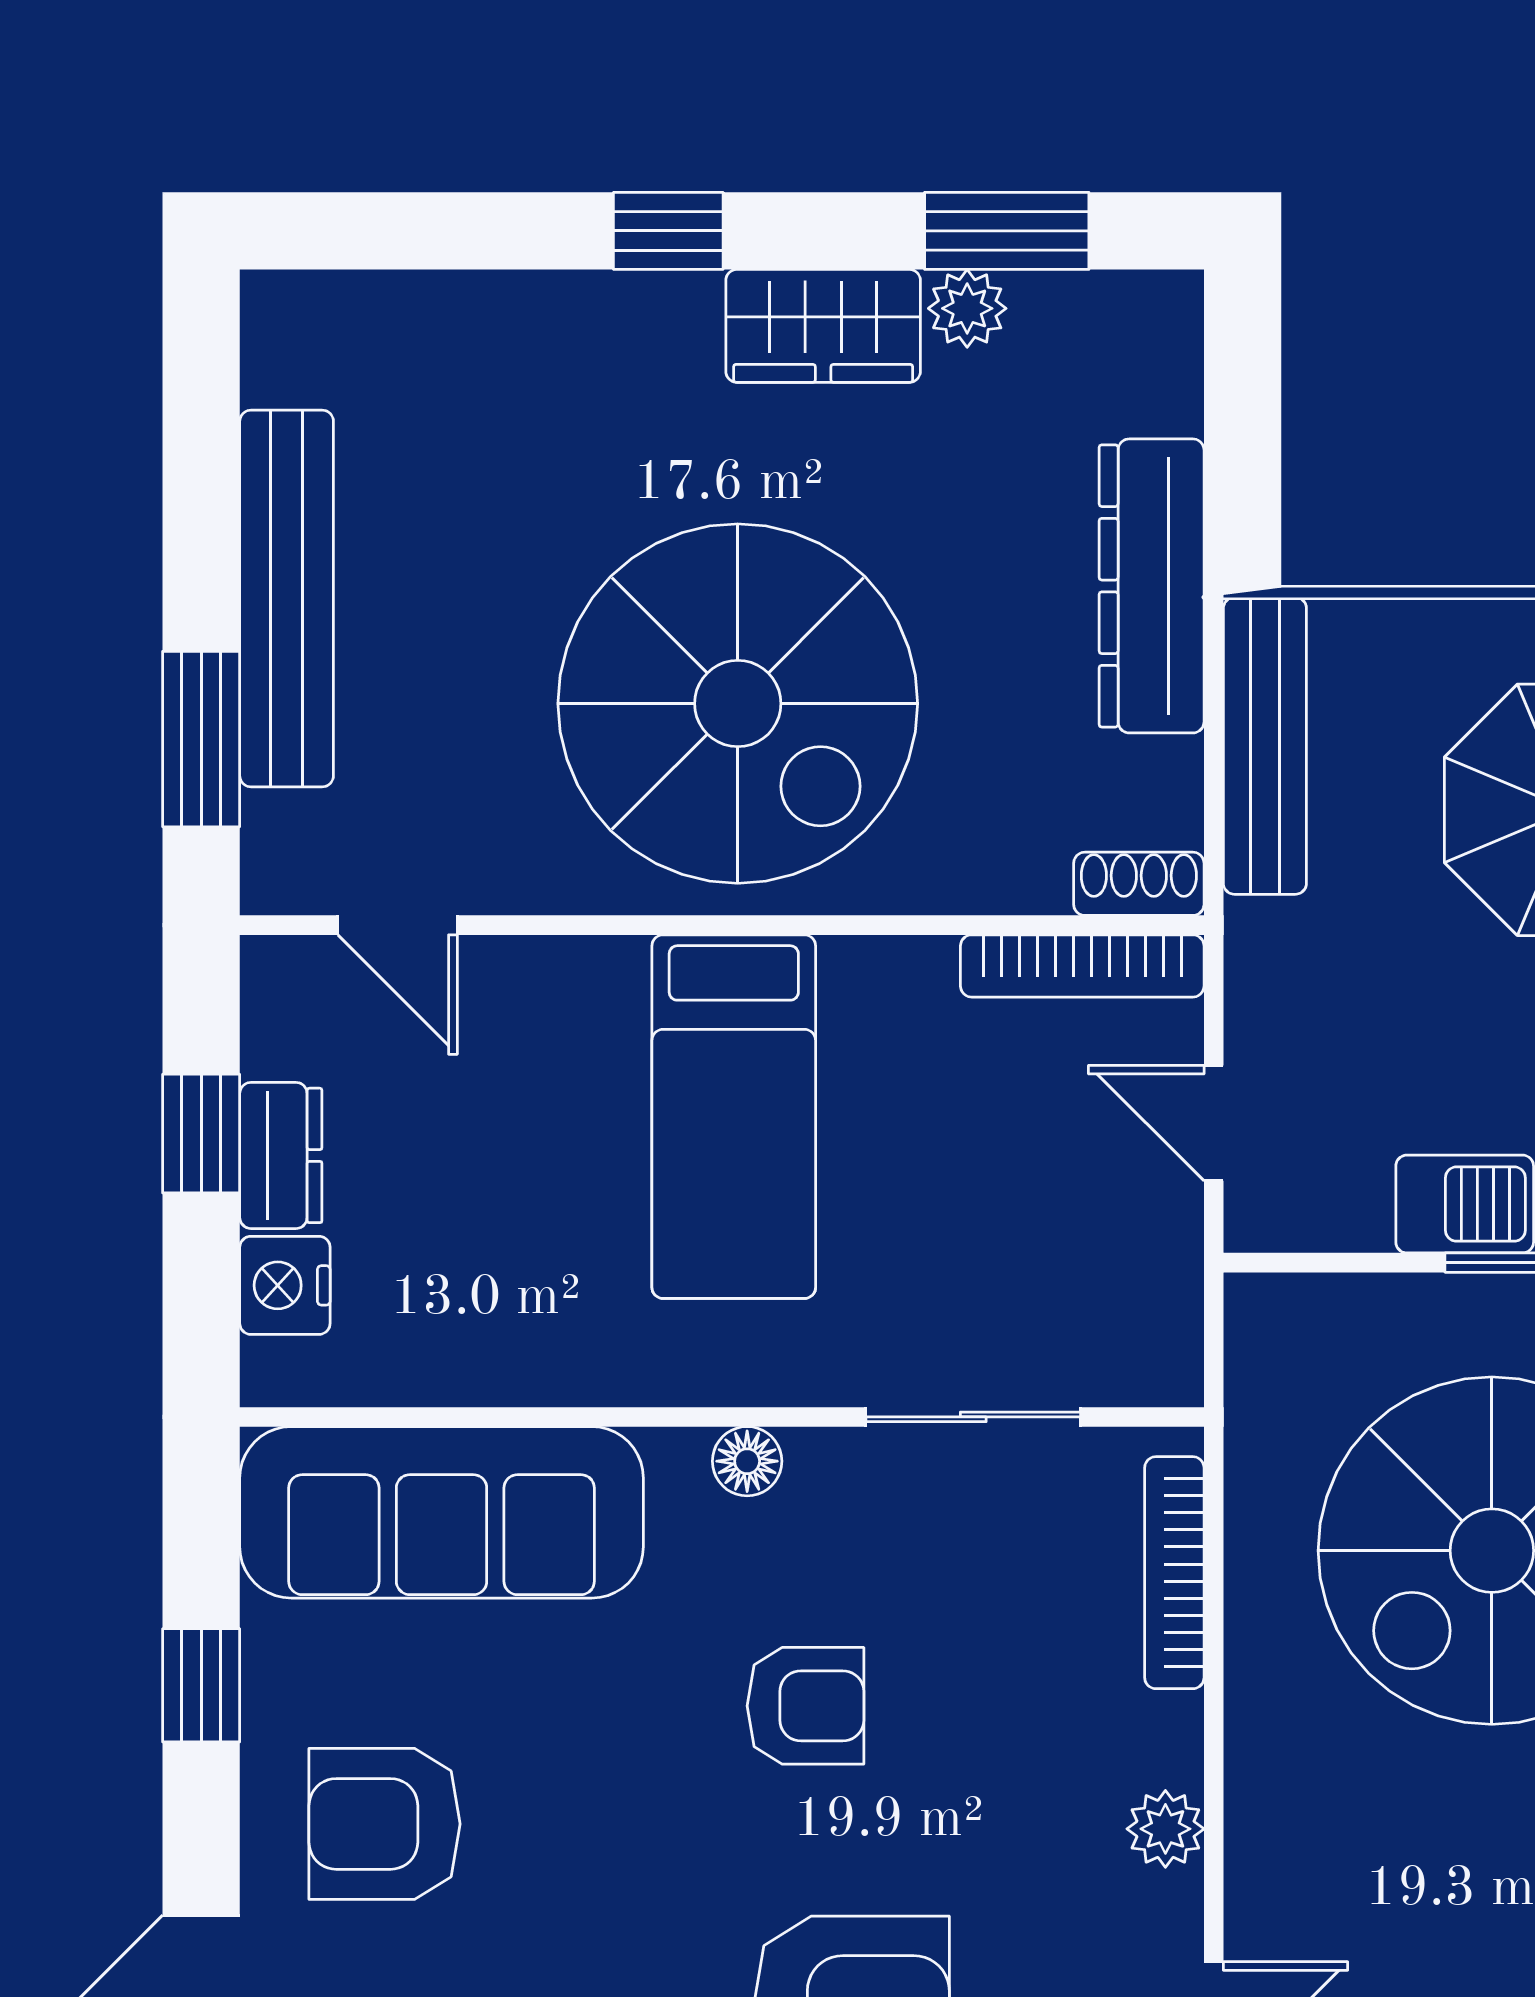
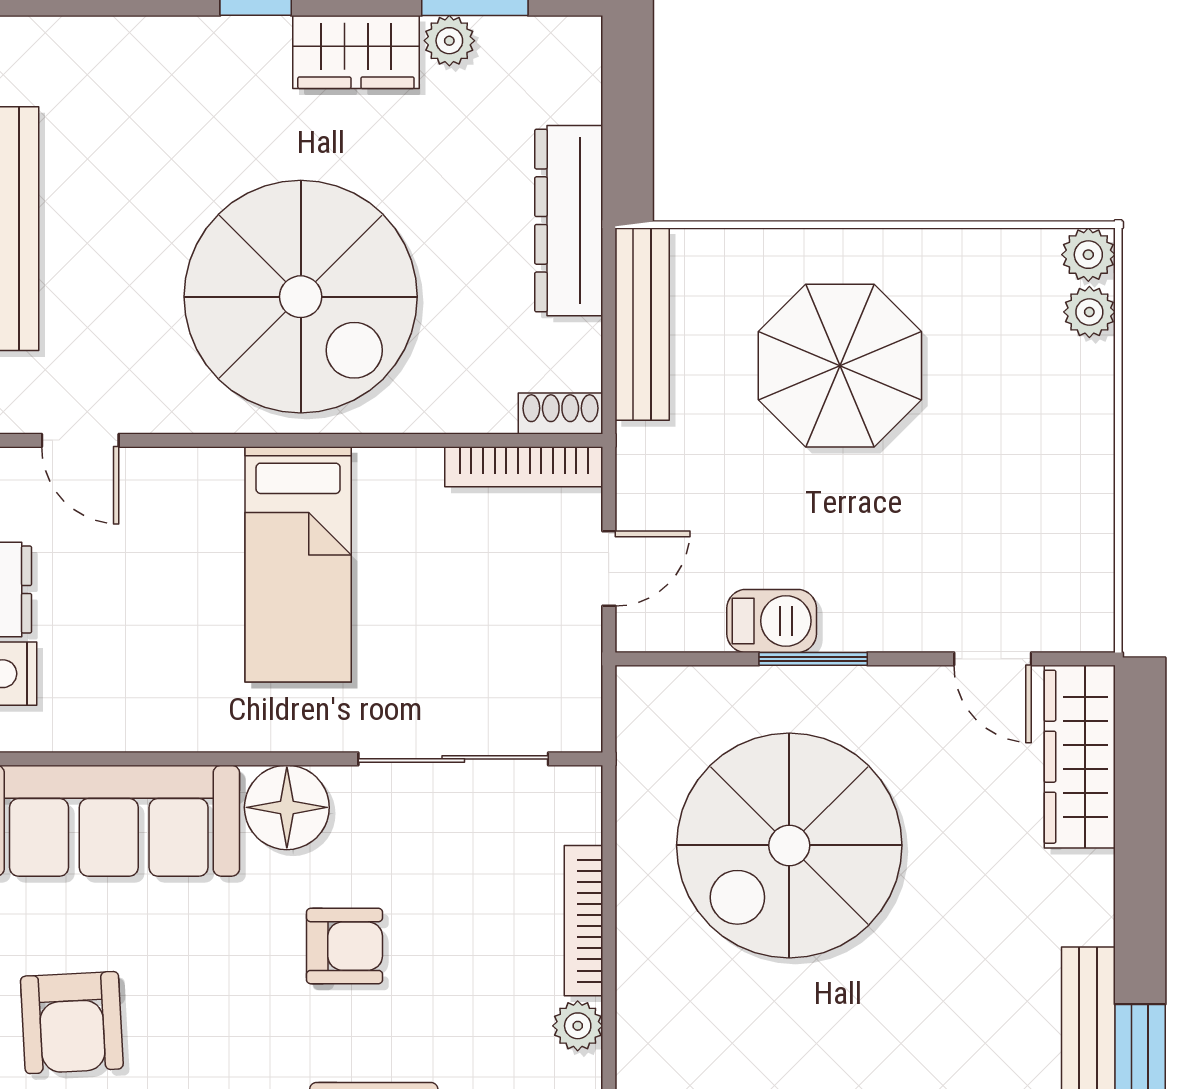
door: (1214, 1123) -> (609, 568), swing flipped
sliding door: (973, 1417) -> (453, 759), width x1.37
floor lamp: (747, 1461) -> (287, 807), width x1.89, depth x1.89
bookcase: (1174, 1573) -> (584, 921), moved
armchair: (385, 1824) -> (72, 1023), turned -93

